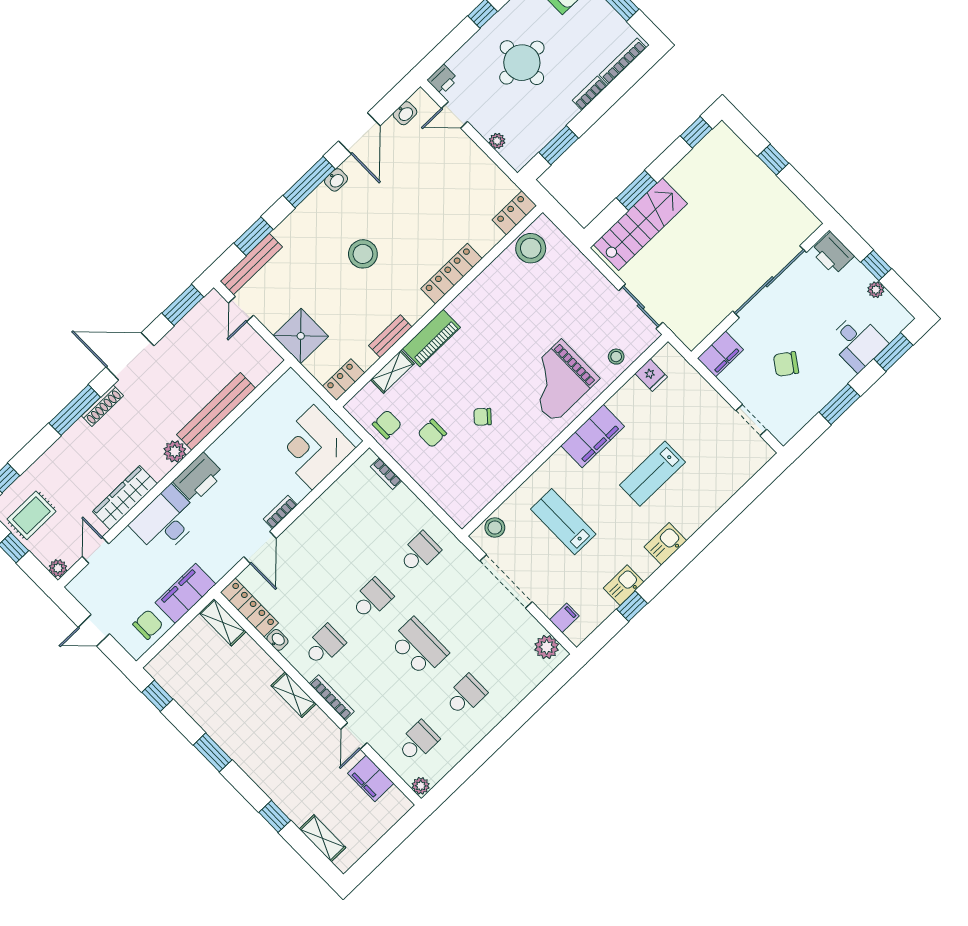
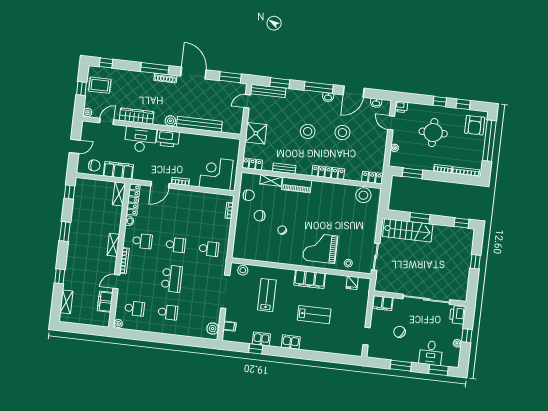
stool: (408, 202) -> (342, 133), added
lab bench: (652, 474) -> (314, 315), turned 180
door: (94, 630) -> (75, 146), swing flipped

